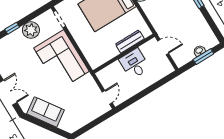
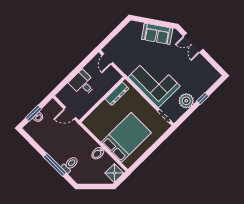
dresser: (130, 41) -> (117, 94), moved
desk: (134, 64) -> (83, 83), moved, turned 180

